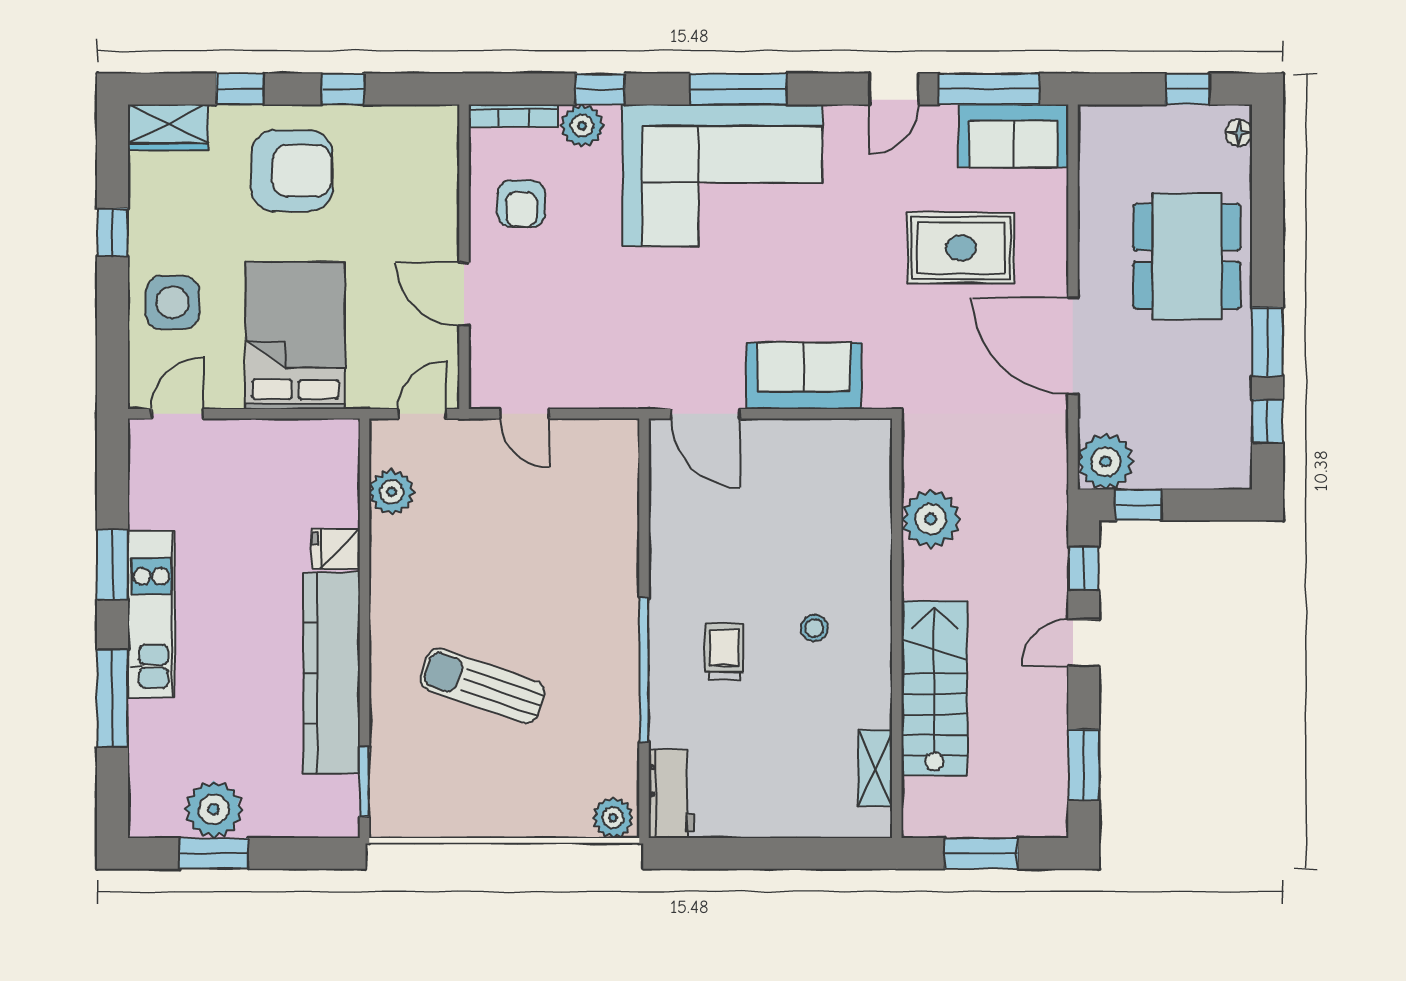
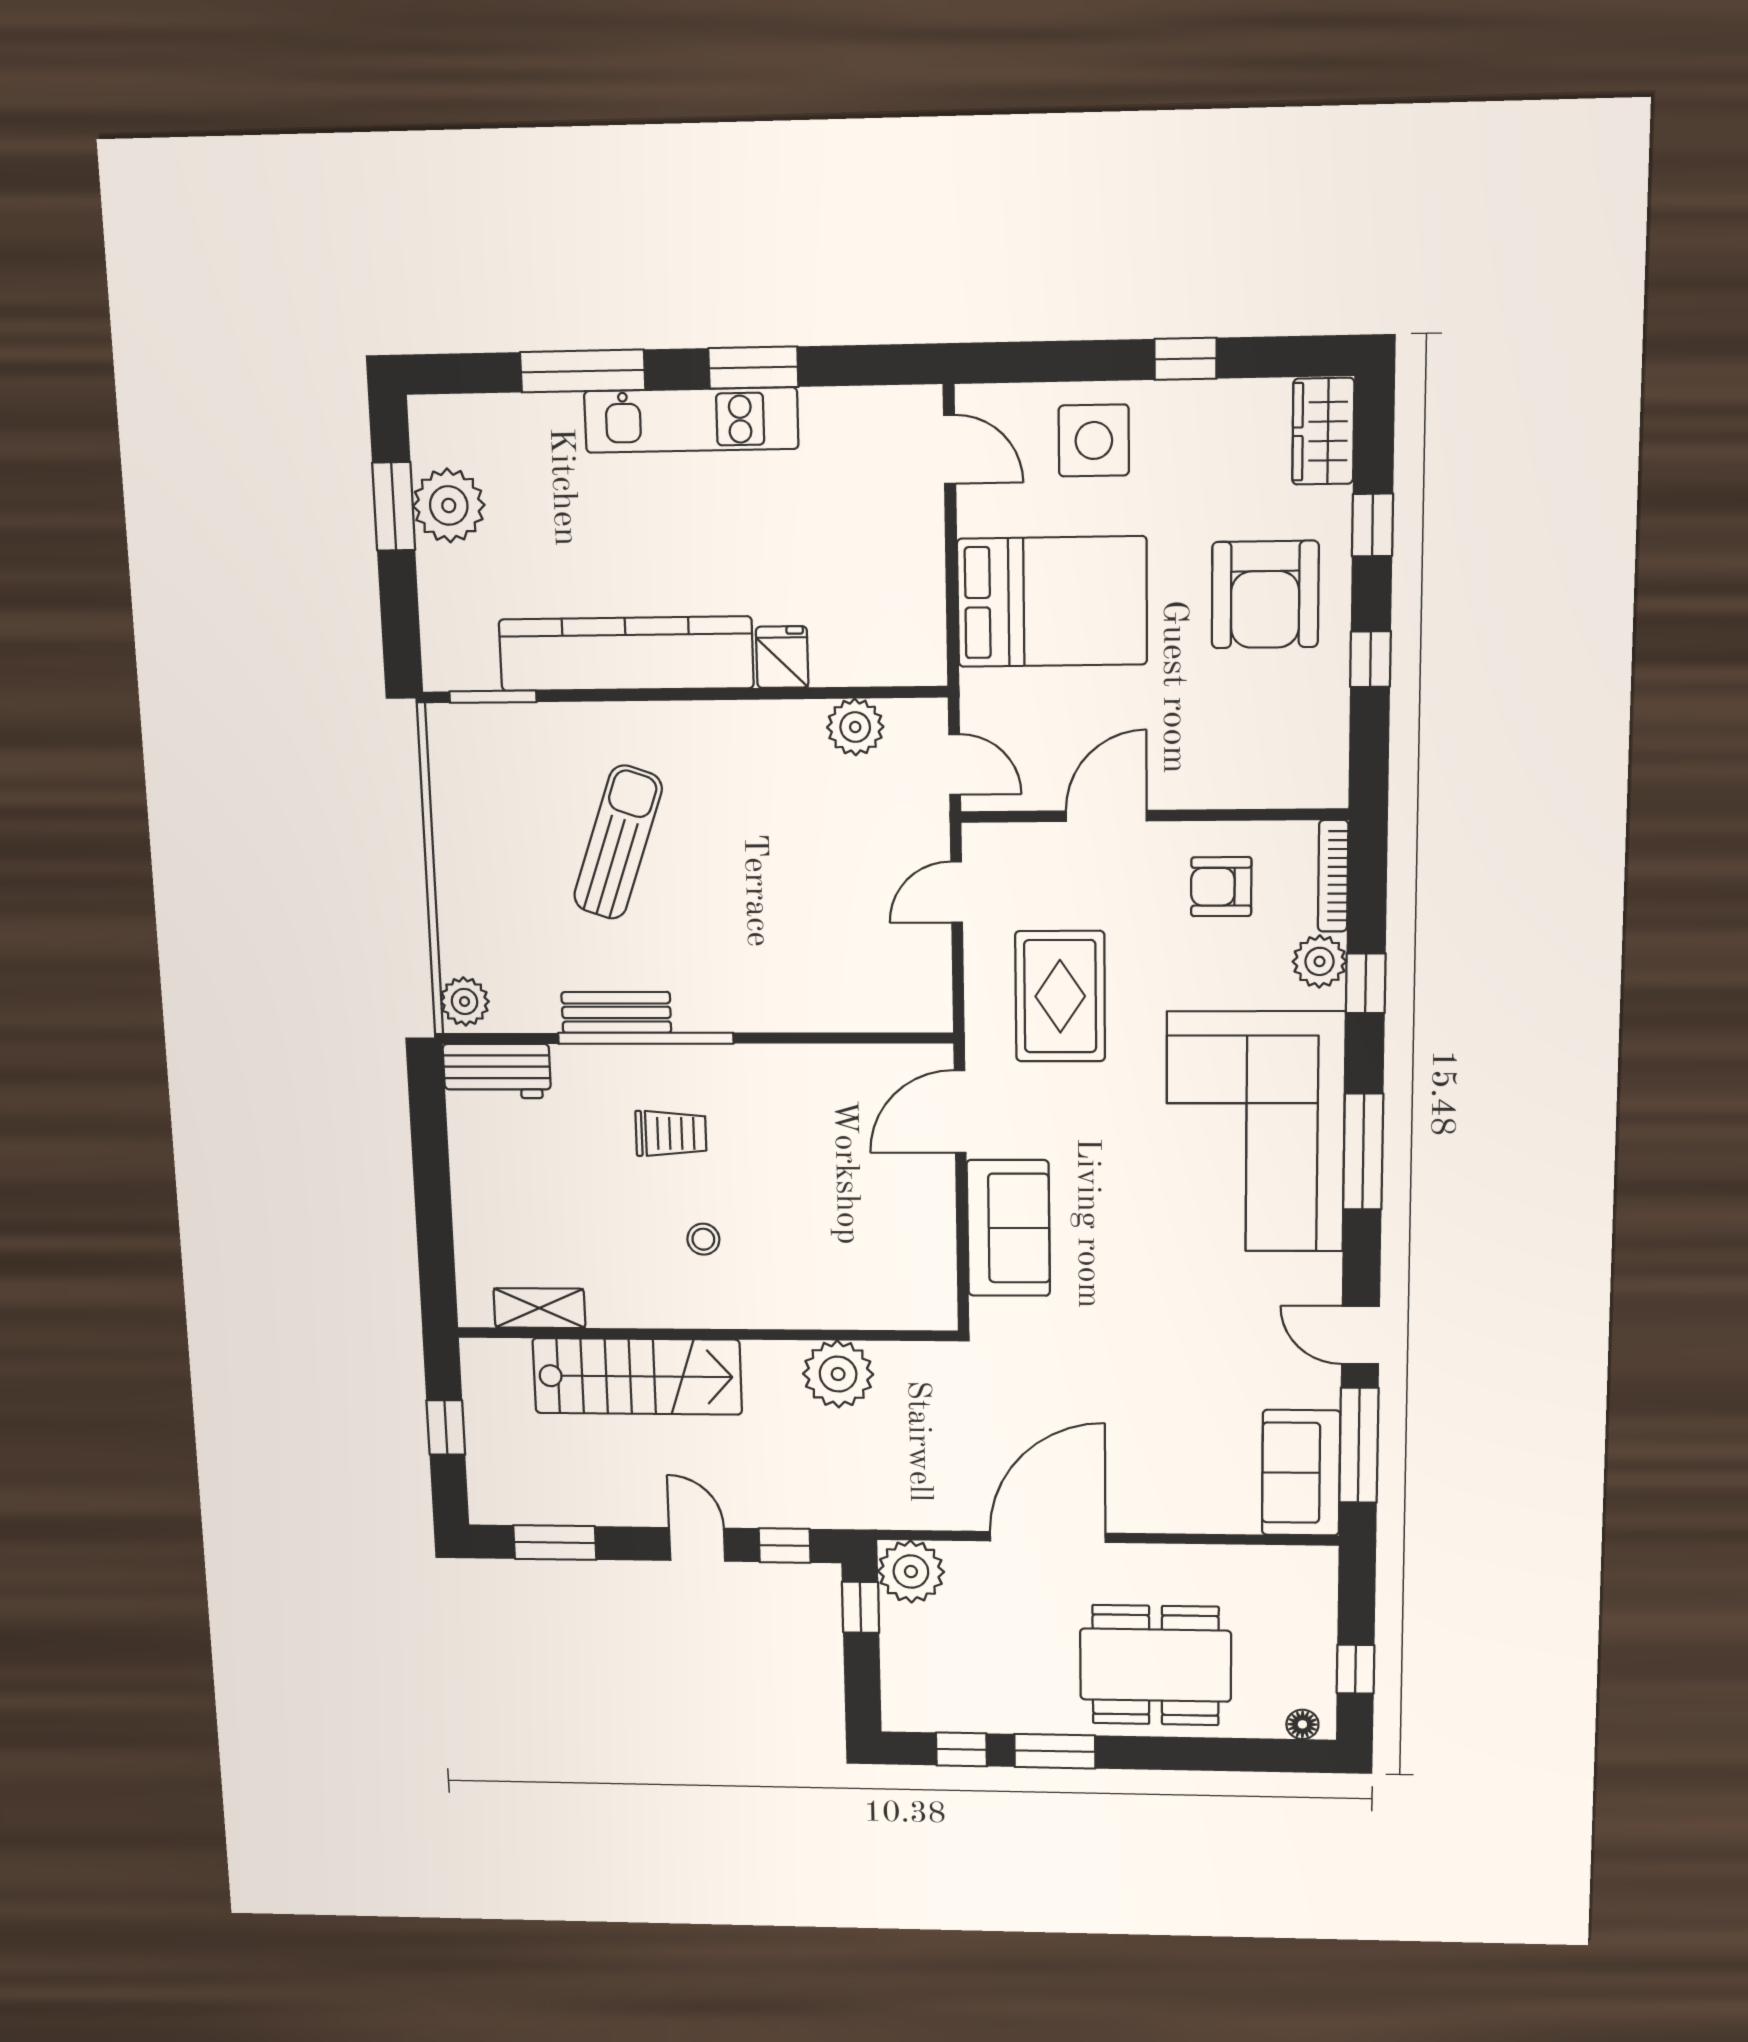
rug: (961, 248) -> (1060, 996), moved
bench: (622, 693) -> (616, 1012), added
window: (981, 853) -> (446, 1427), width x0.67

